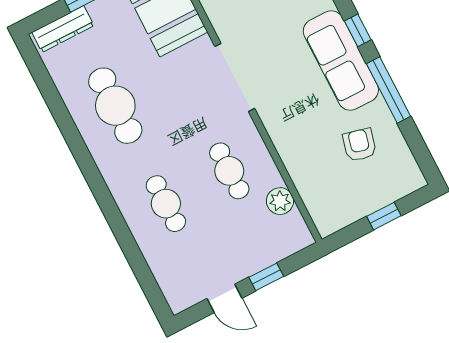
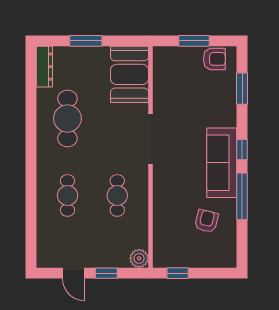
dresser: (63, 29) -> (44, 67), moved, turned -90
plant: (280, 201) -> (139, 258), moved
window: (384, 216) -> (178, 273), moved

